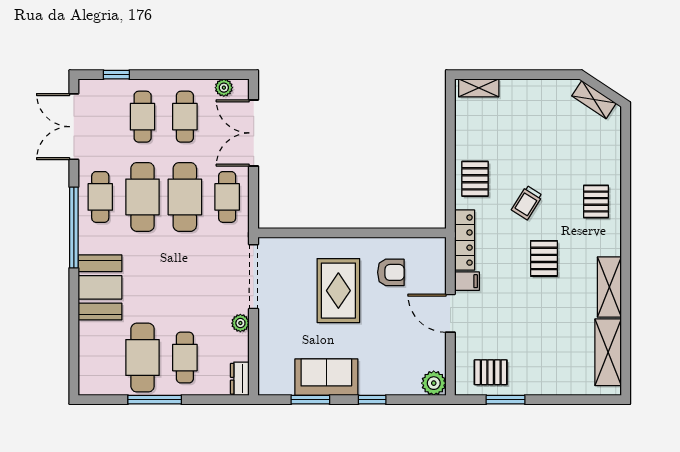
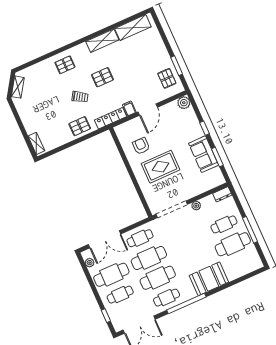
cafe table: (185, 117) -> (111, 275), width x1.37, depth x1.35

